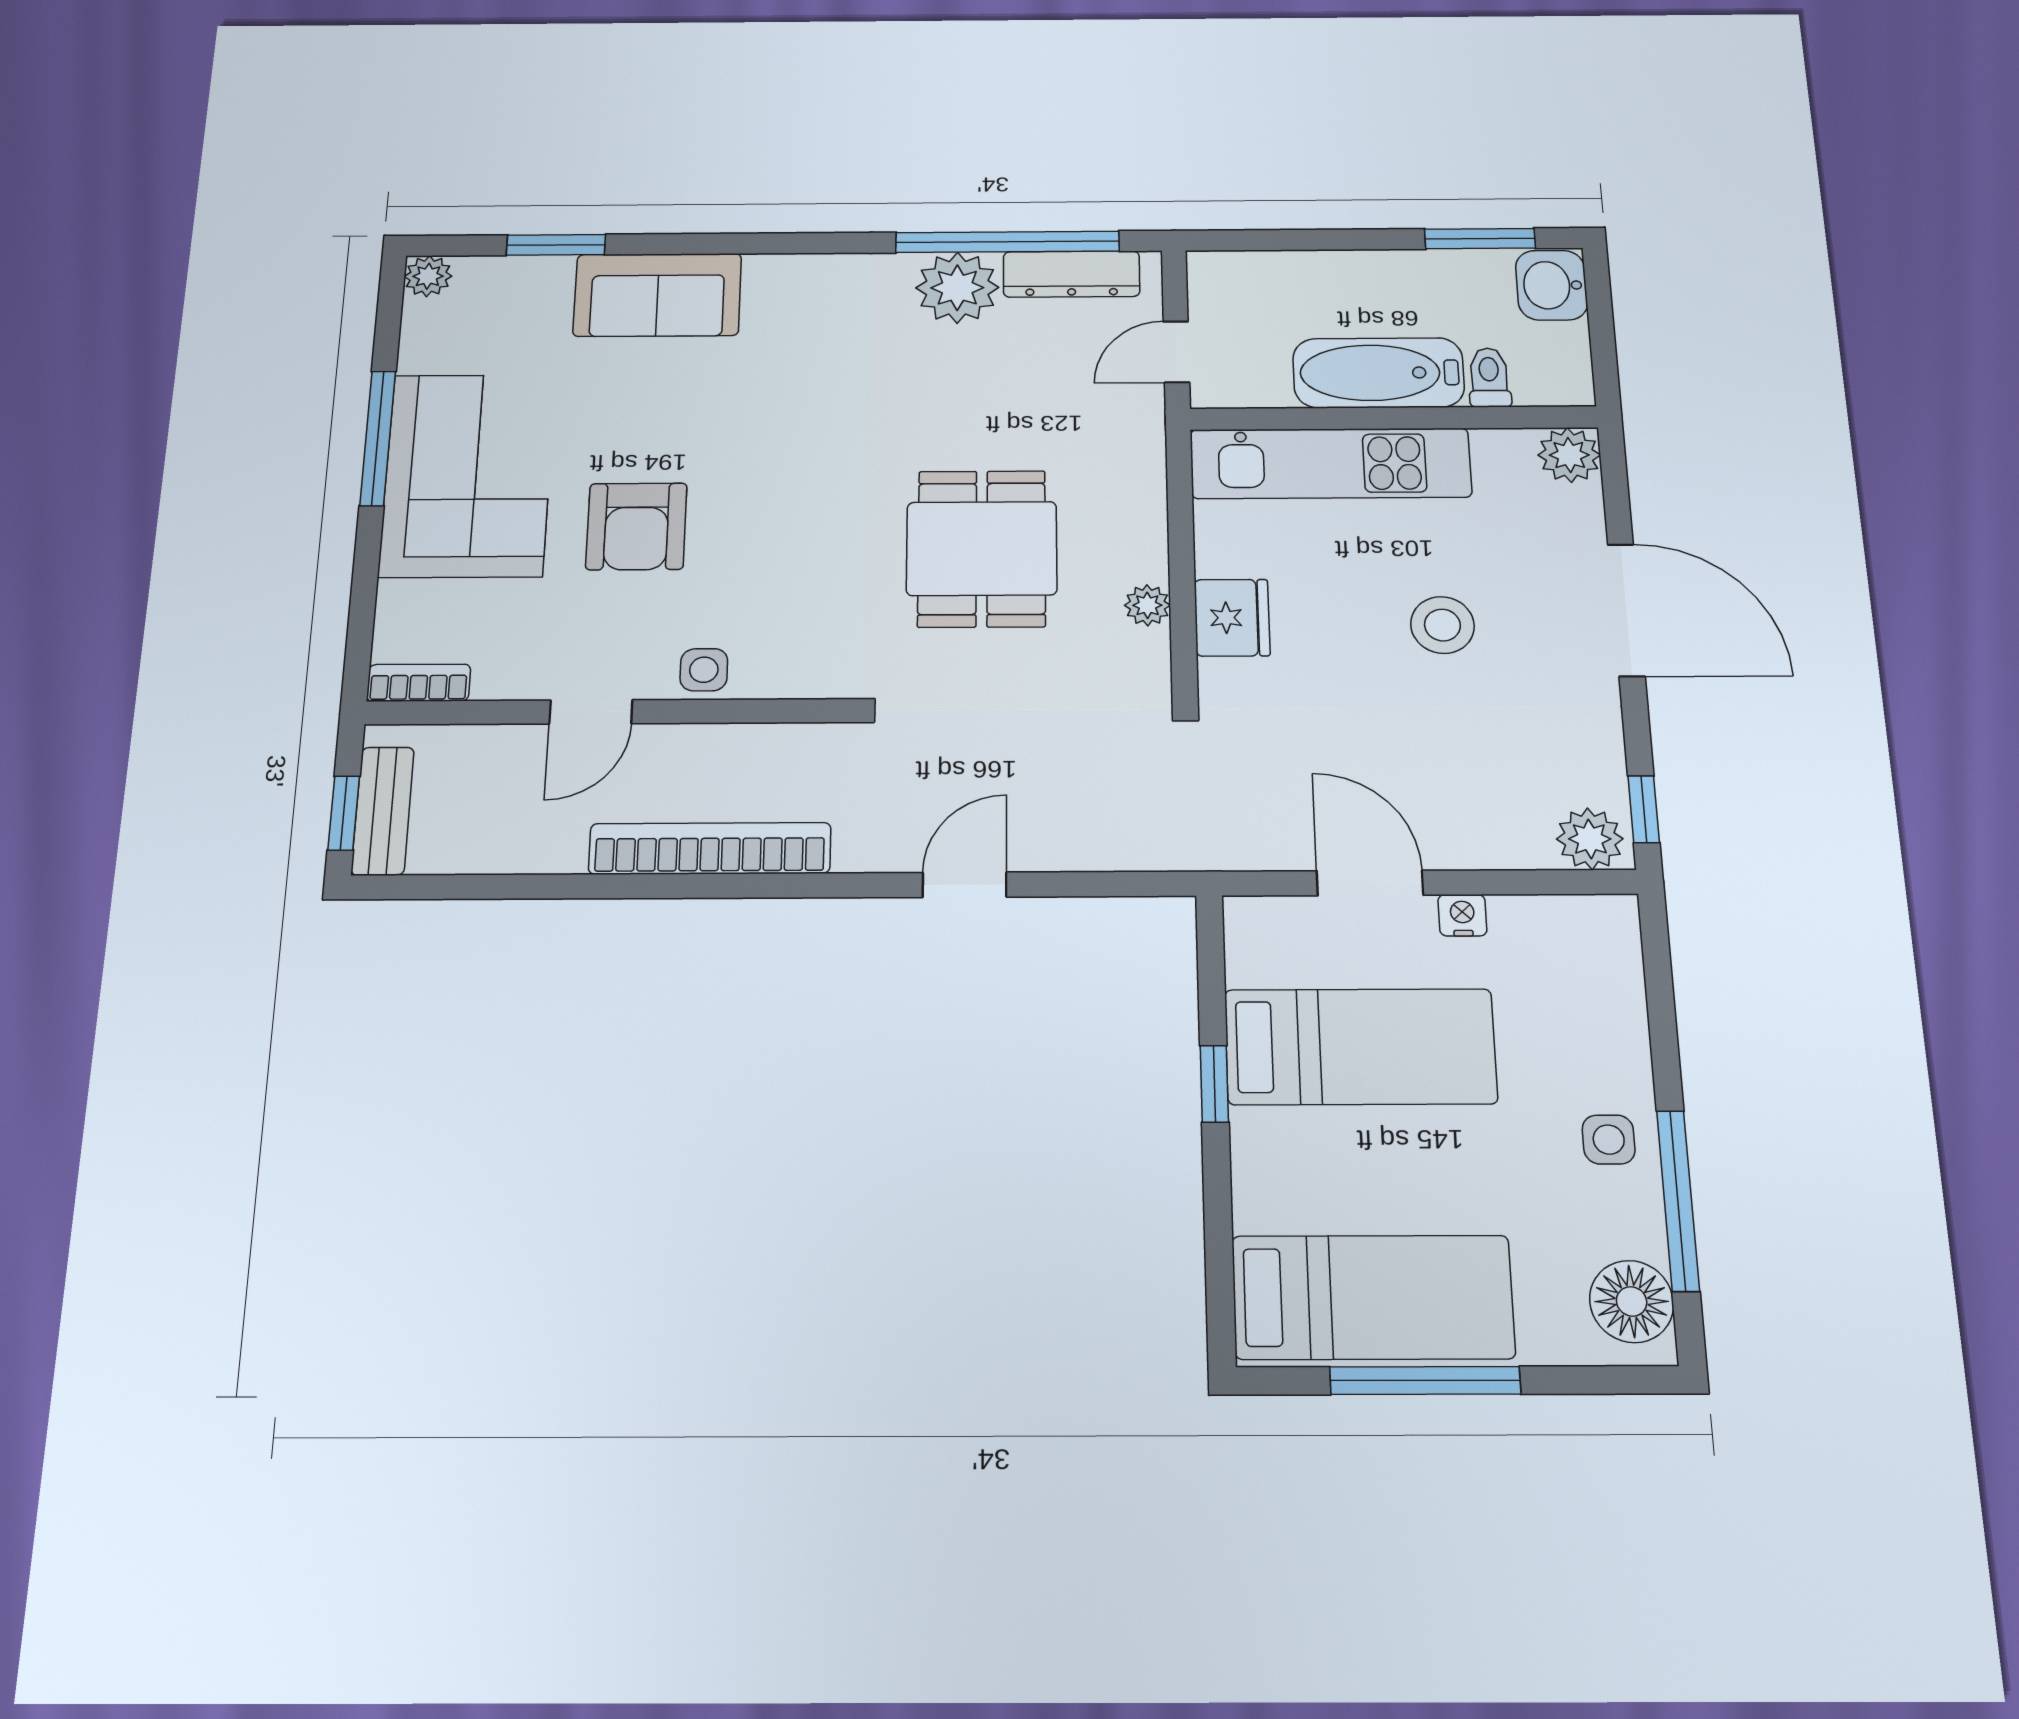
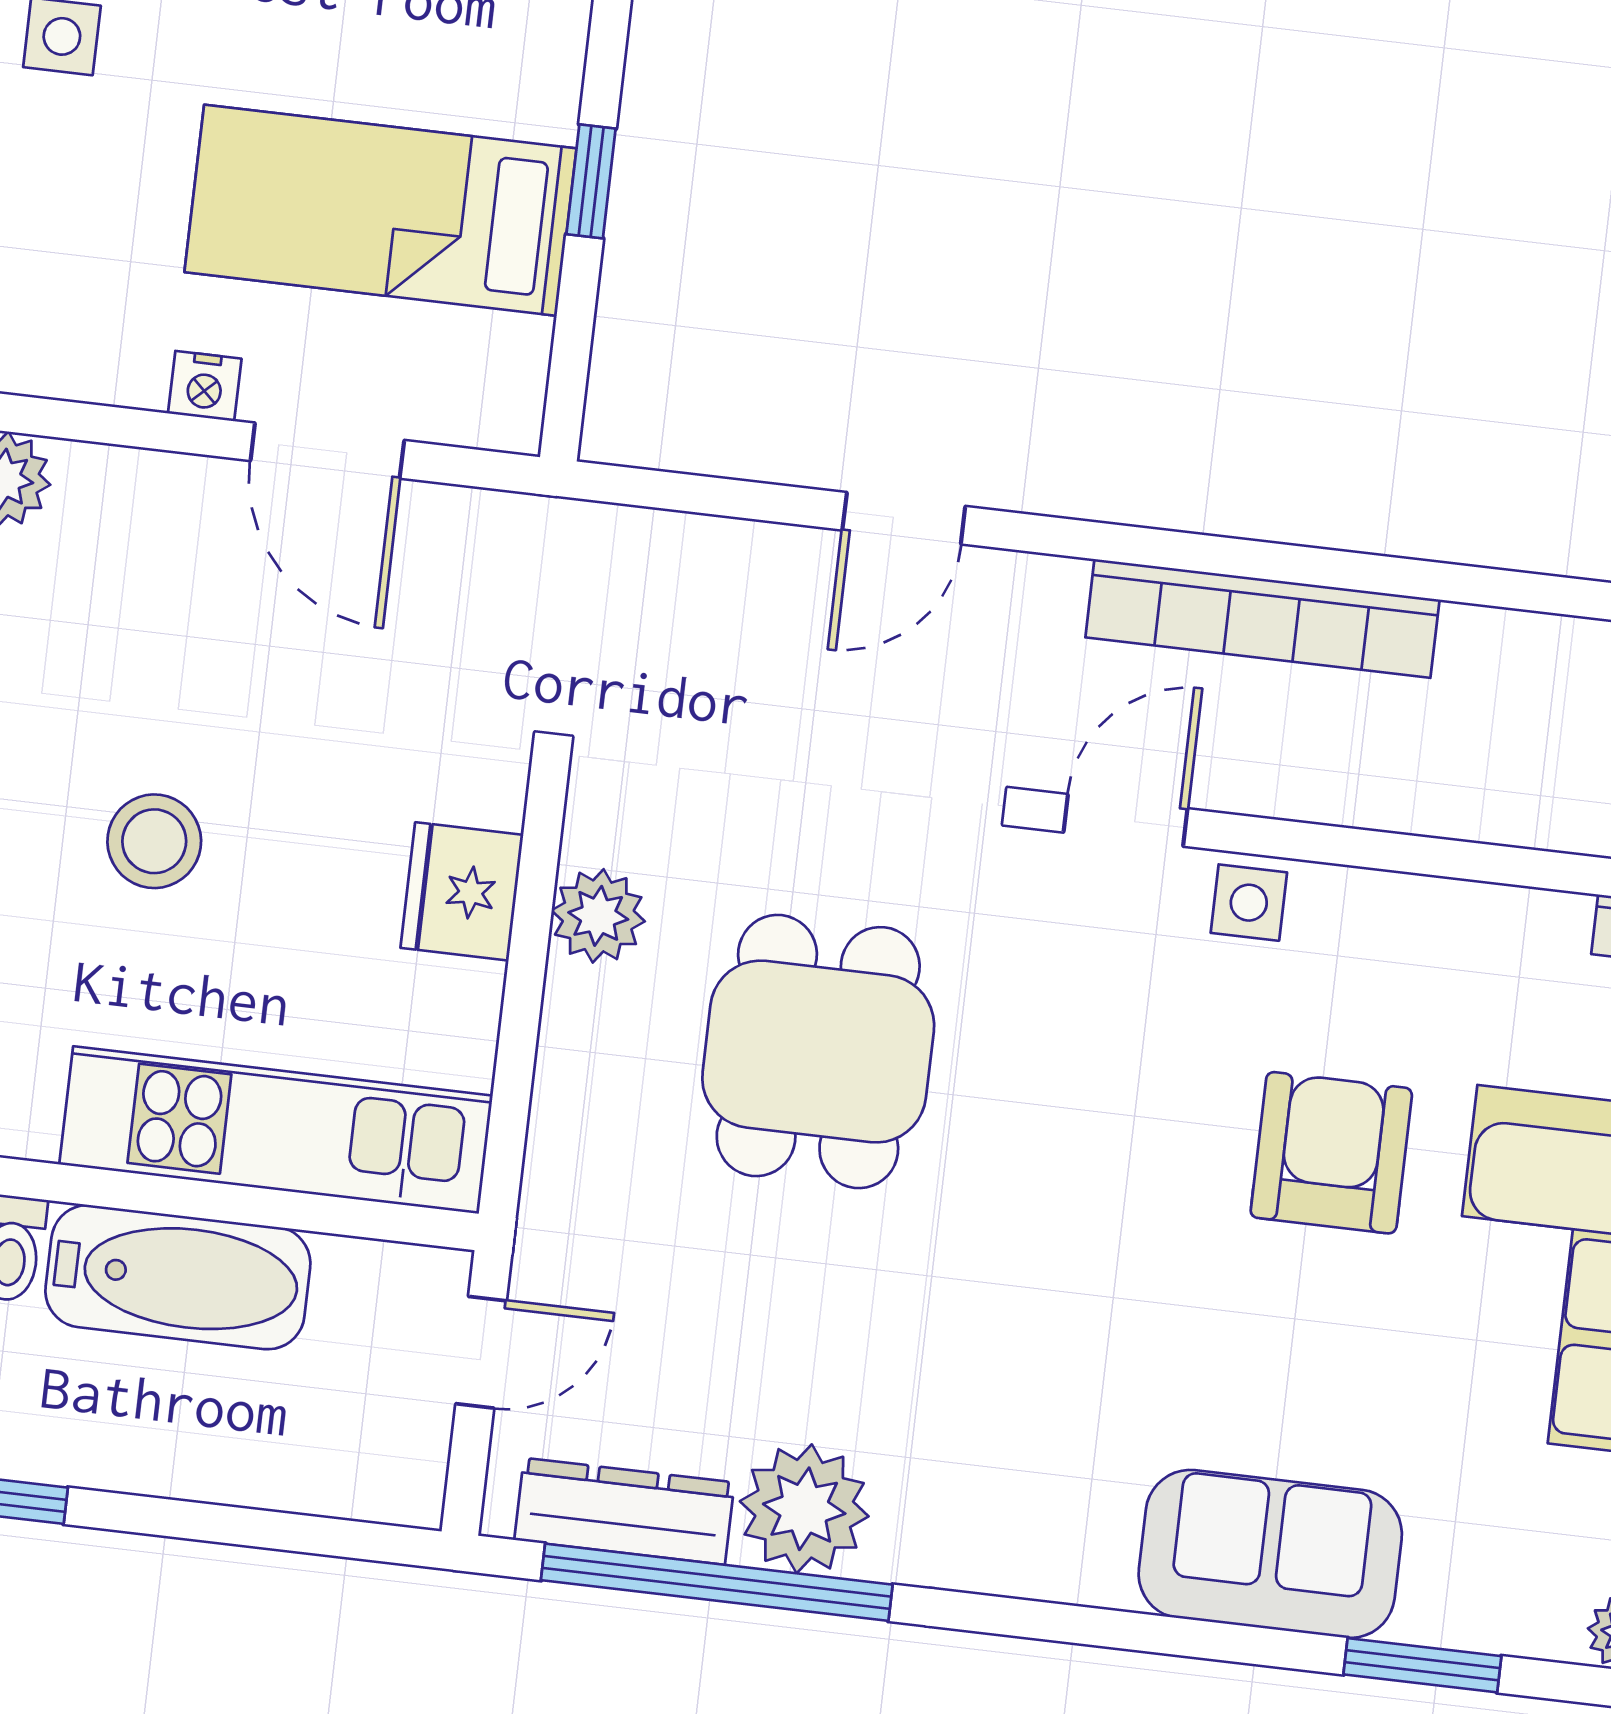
plant: (1147, 605) -> (598, 916), width x1.38, depth x1.38
door: (591, 712) -> (1126, 820), moved

